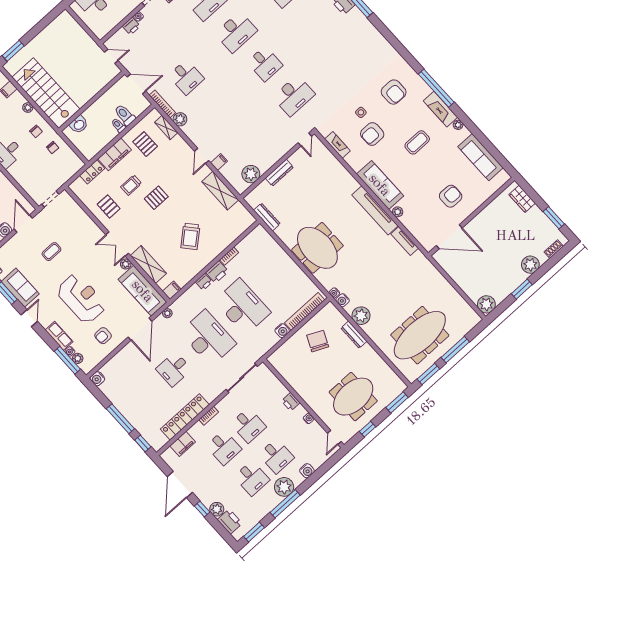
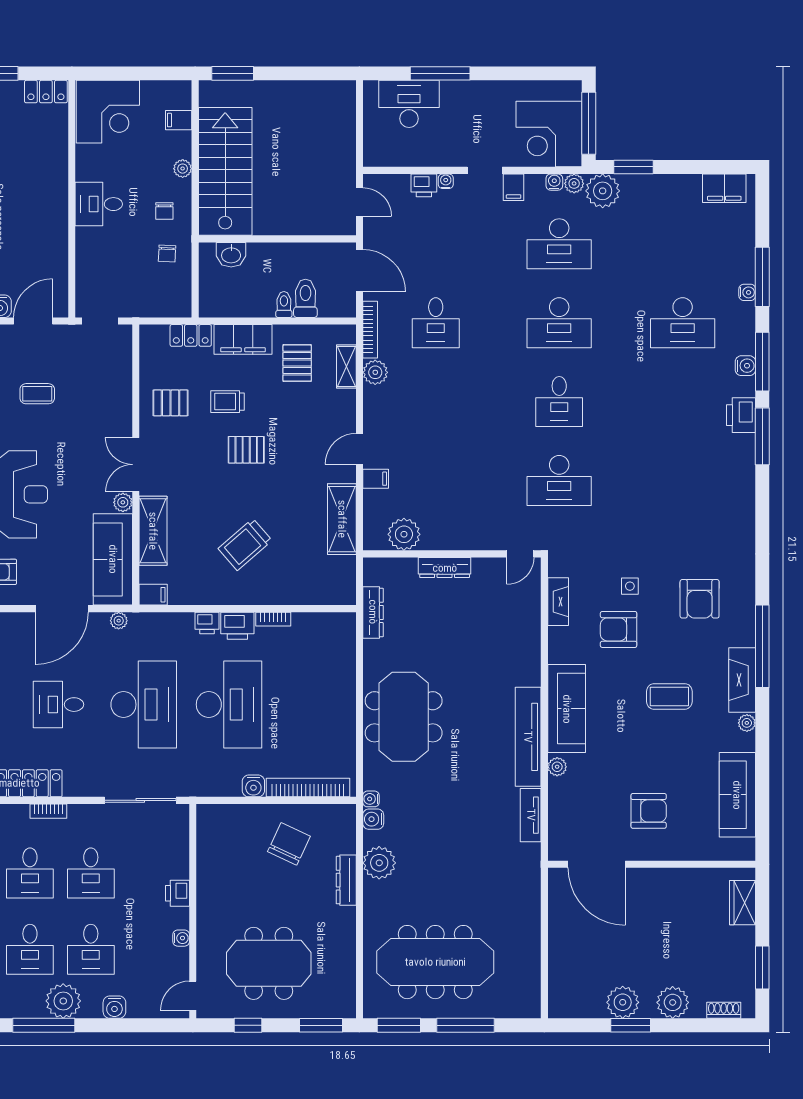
pallet: (109, 206) -> (171, 403), turned 90
plant: (486, 304) -> (623, 1002), moved

